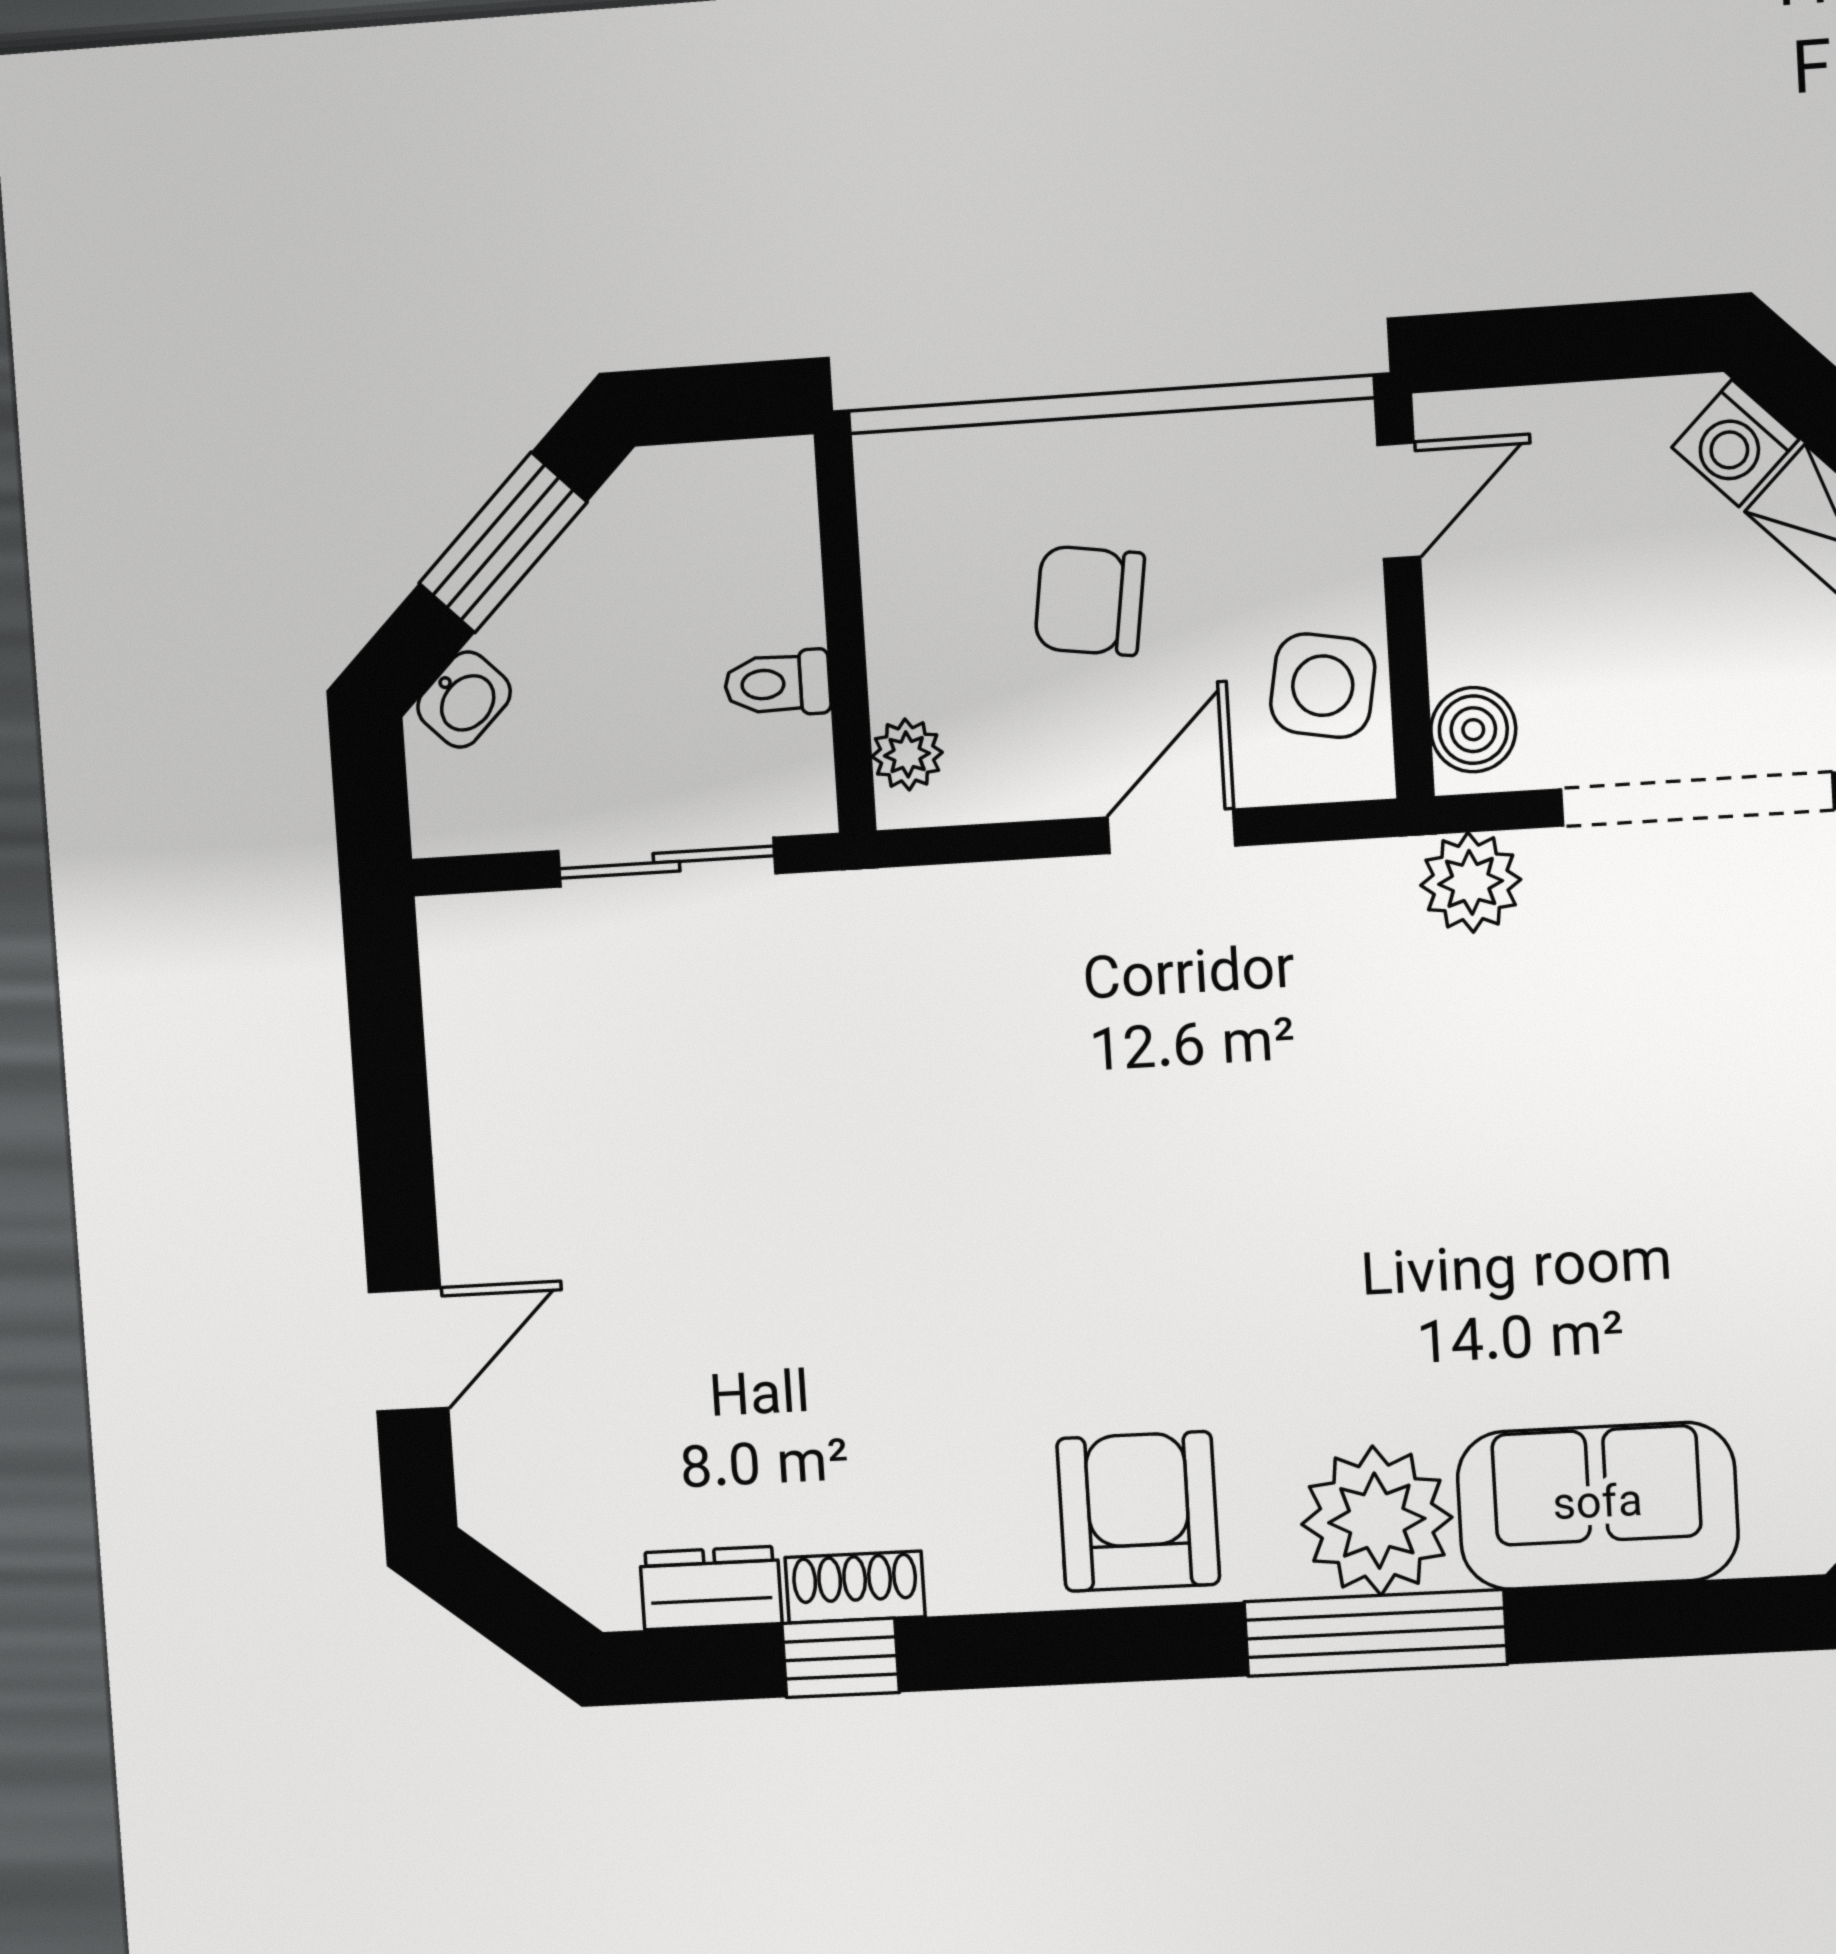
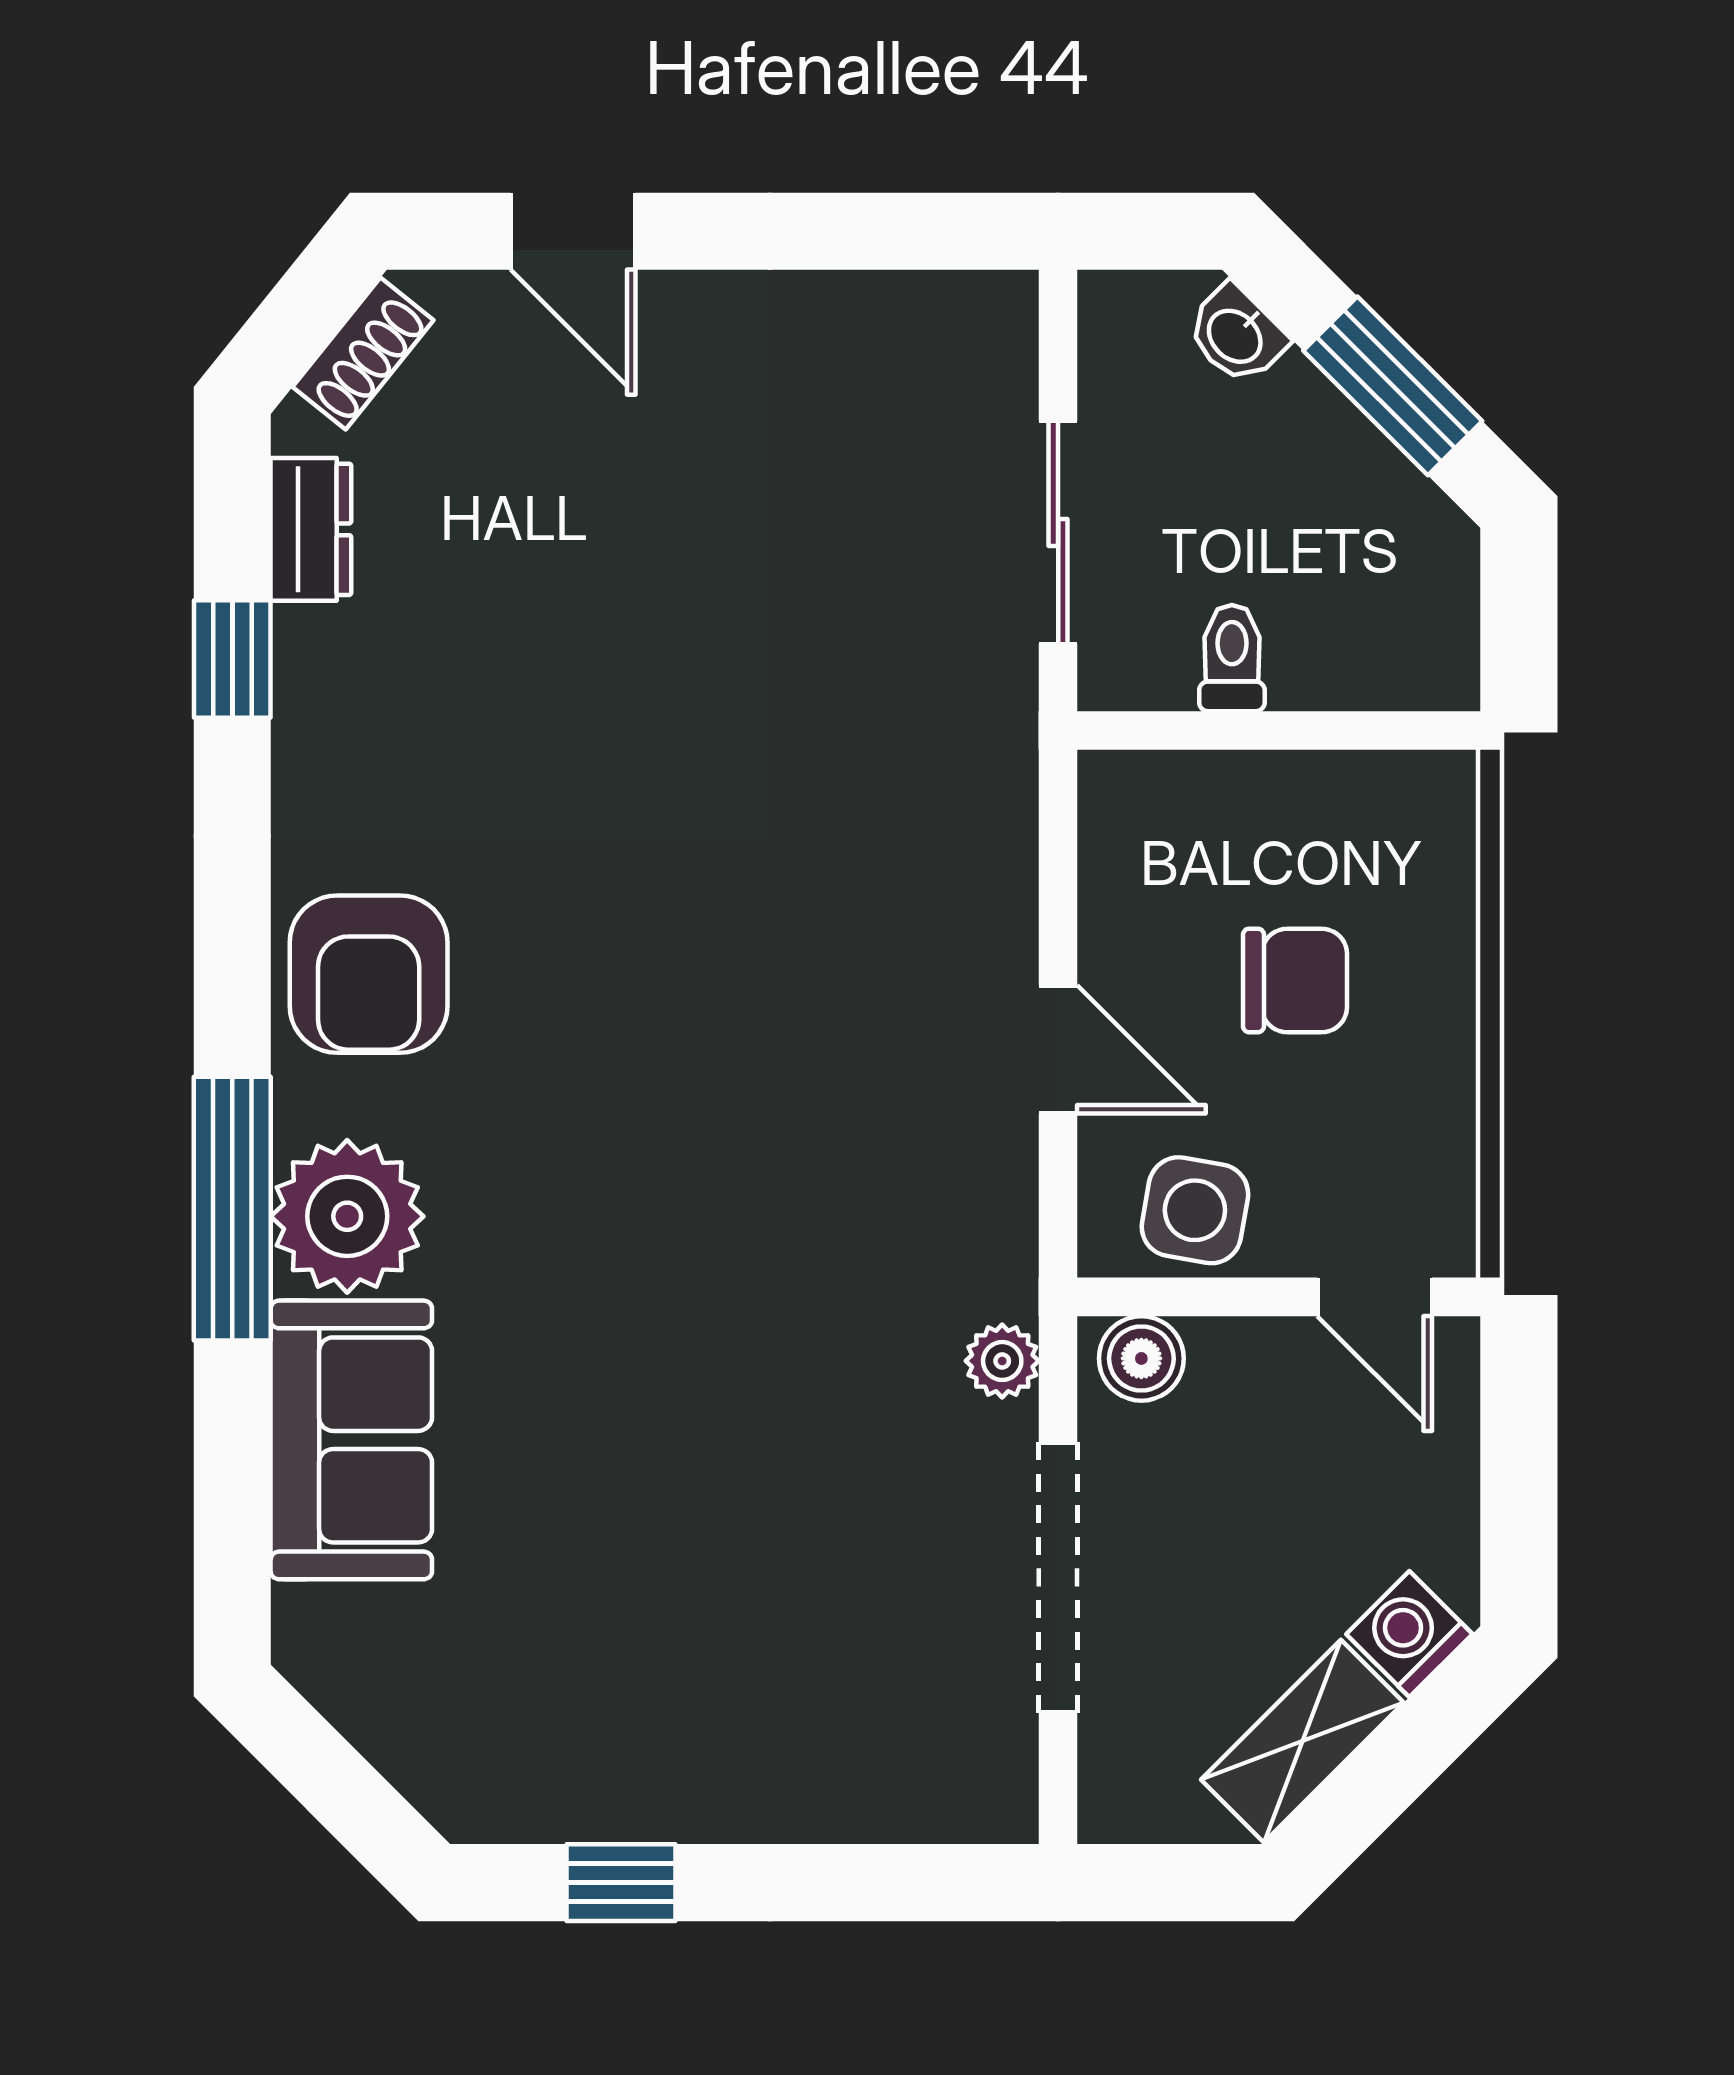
chair: (1090, 601) -> (1295, 980), turned 82
plant: (907, 754) -> (1152, 786), removed
plant: (1471, 882) -> (1002, 1361), width x0.73, depth x0.73
armchair: (1138, 1511) -> (369, 974), turned 90
shoe rack: (855, 1587) -> (363, 354), moved, turned 39

